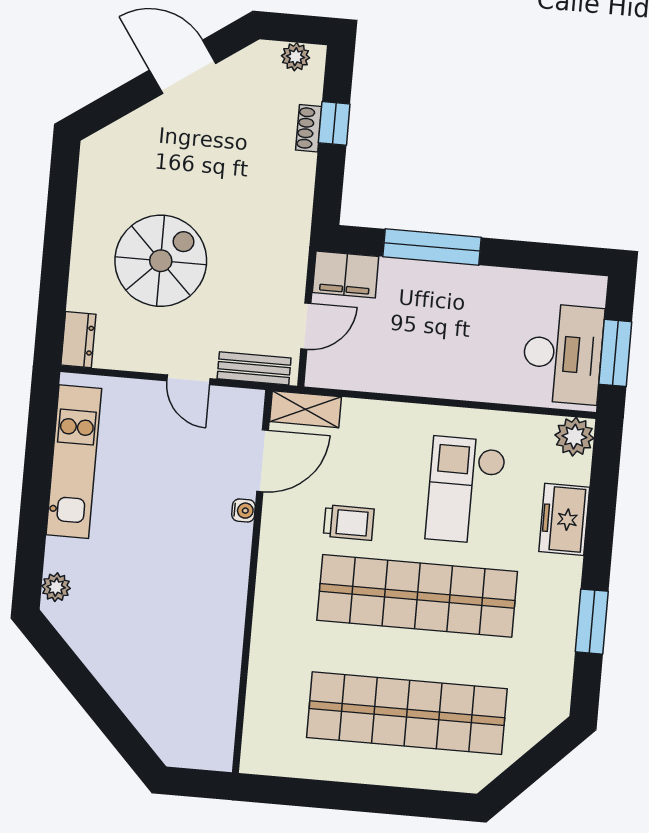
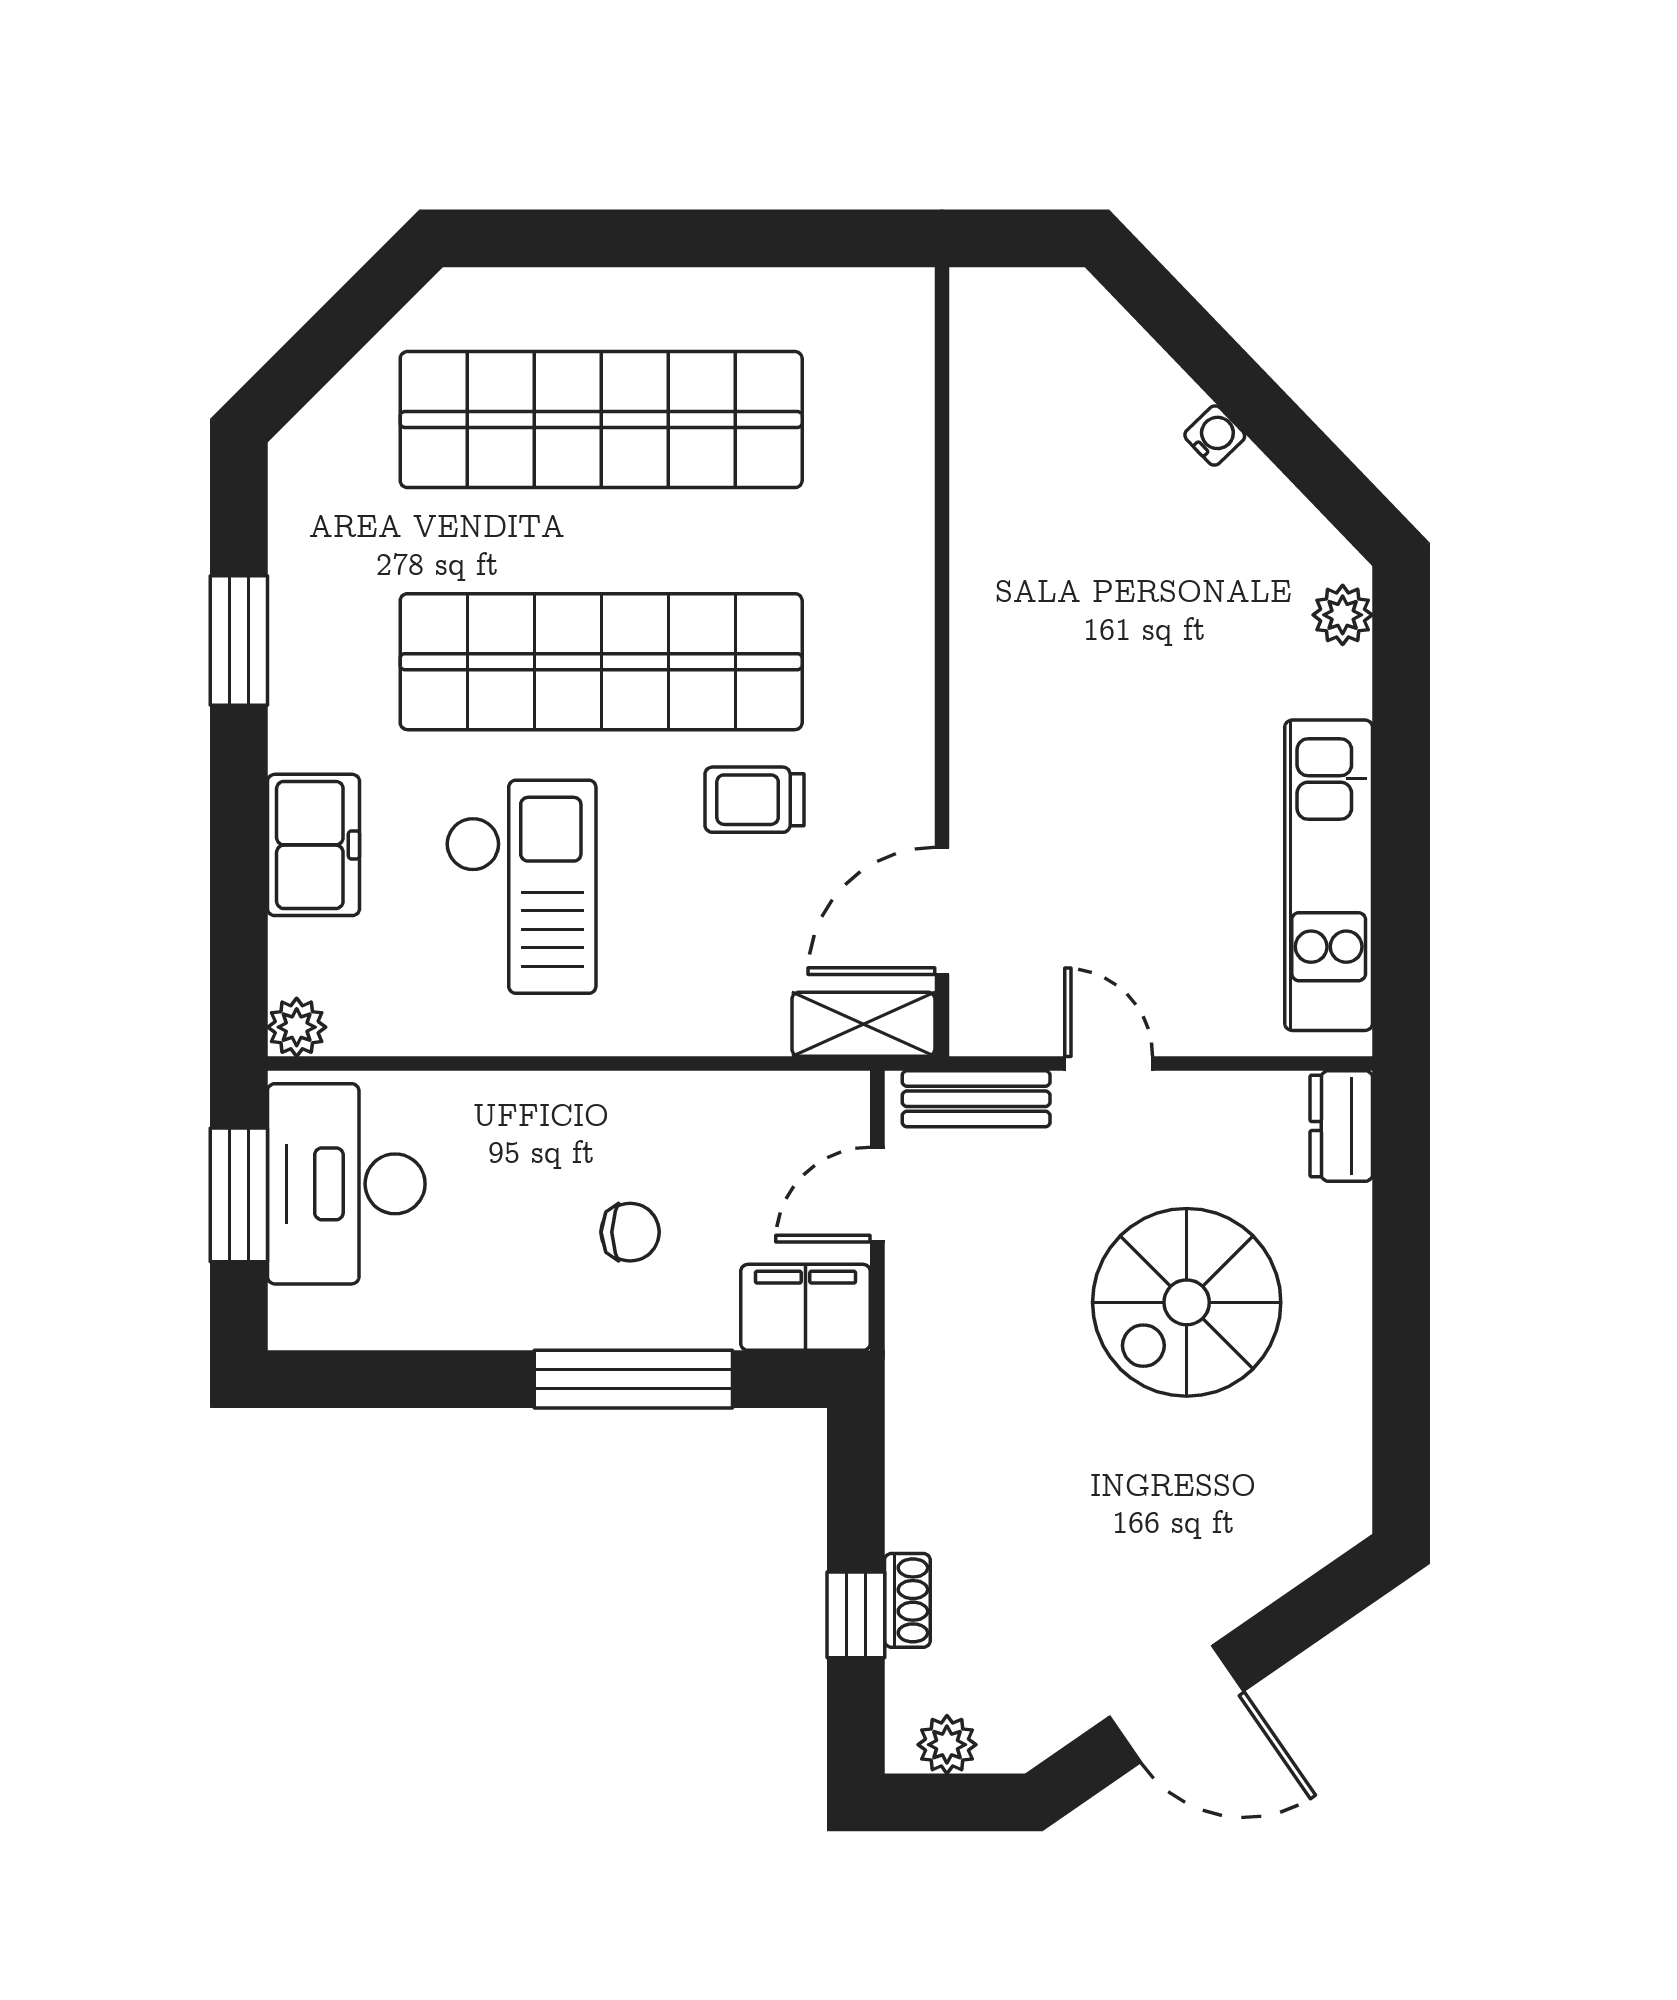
chair: (427, 318) -> (630, 1232), added
plant: (574, 437) -> (297, 1027), width x0.73, depth x0.73
water cooler: (244, 510) -> (1215, 435), moved, turned 136

